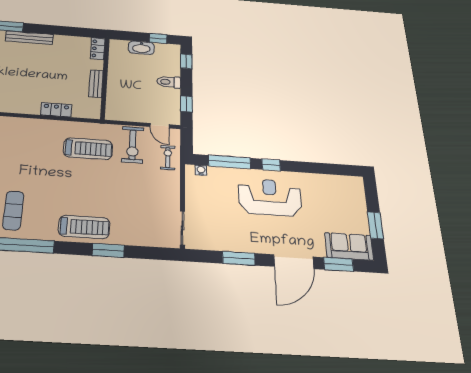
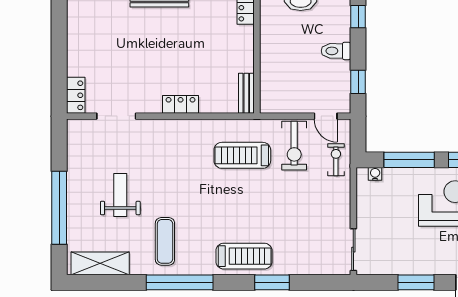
bench: (96, 84) -> (246, 93), moved
locker: (56, 110) -> (181, 104), moved
treadmill: (88, 149) -> (242, 155), turned 180

